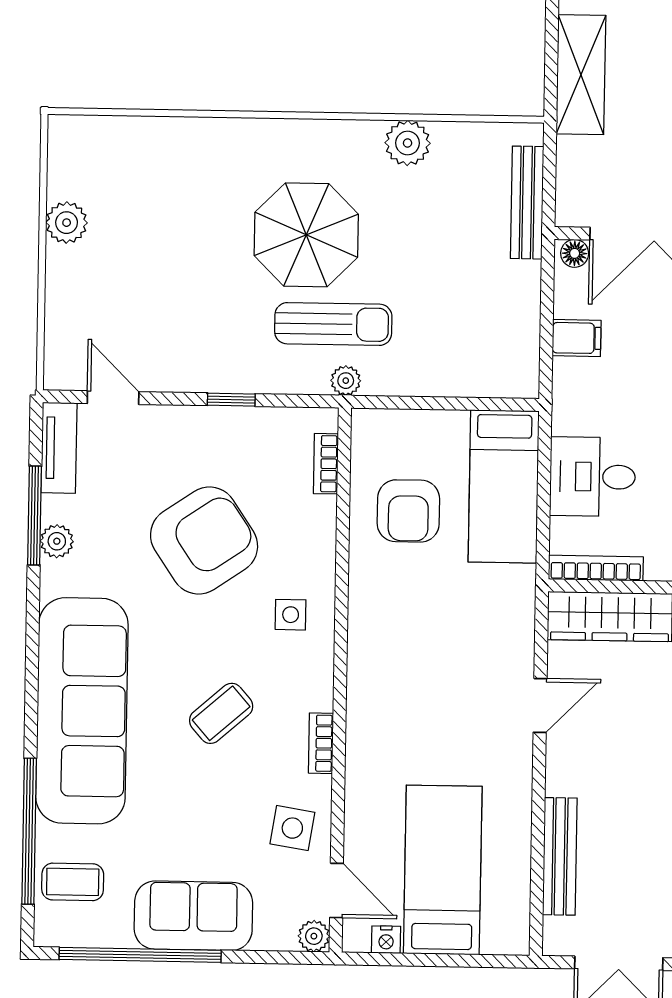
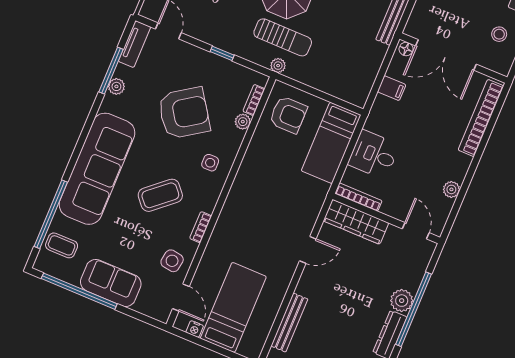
armchair: (408, 511) -> (288, 115), moved, turned -90
coffee table: (221, 713) -> (160, 195), width x1.36, depth x1.30
plant: (314, 936) -> (243, 122), moved

